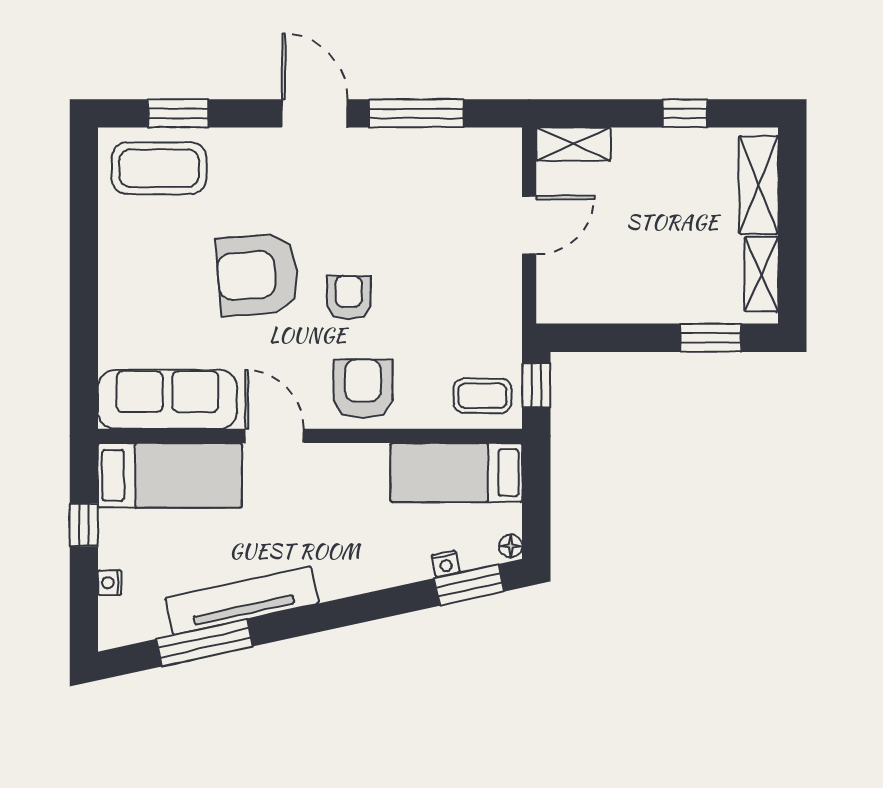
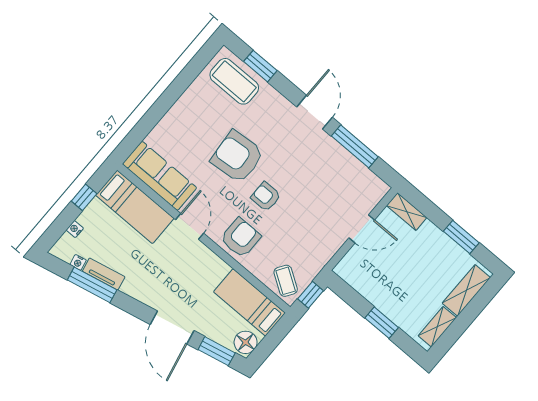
window: (685, 113) -> (461, 237), width x1.50
armchair: (349, 298) -> (266, 197), turned -90
window: (711, 338) -> (382, 323), moved
coffee table: (482, 396) -> (286, 281), turned 33
floor lamp: (511, 546) -> (246, 342), width x1.89, depth x1.89
nightstand: (446, 564) -> (78, 262), moved
tv unit: (242, 601) -> (104, 274), width x0.52, depth x0.78
door: (375, 605) -> (172, 328), added

